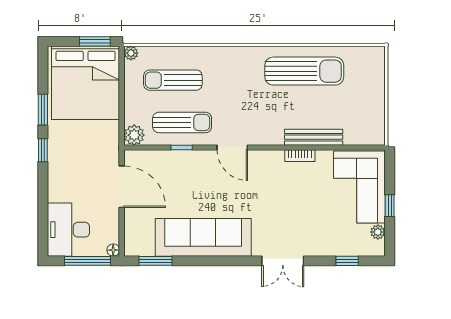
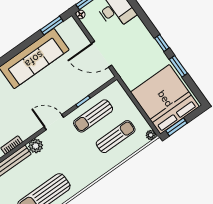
plant: (134, 135) -> (36, 146), moved

